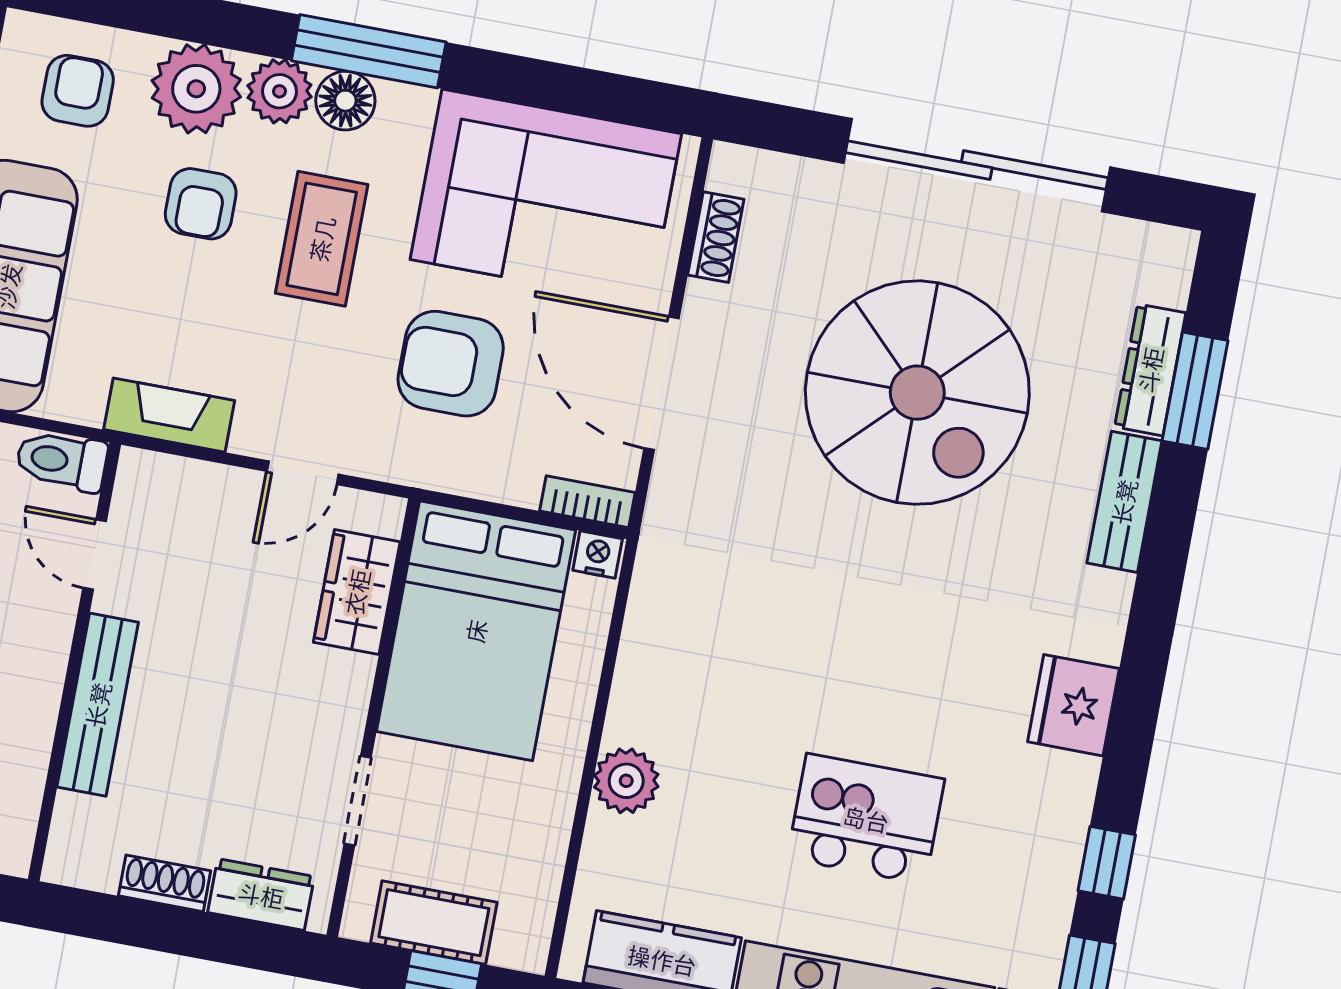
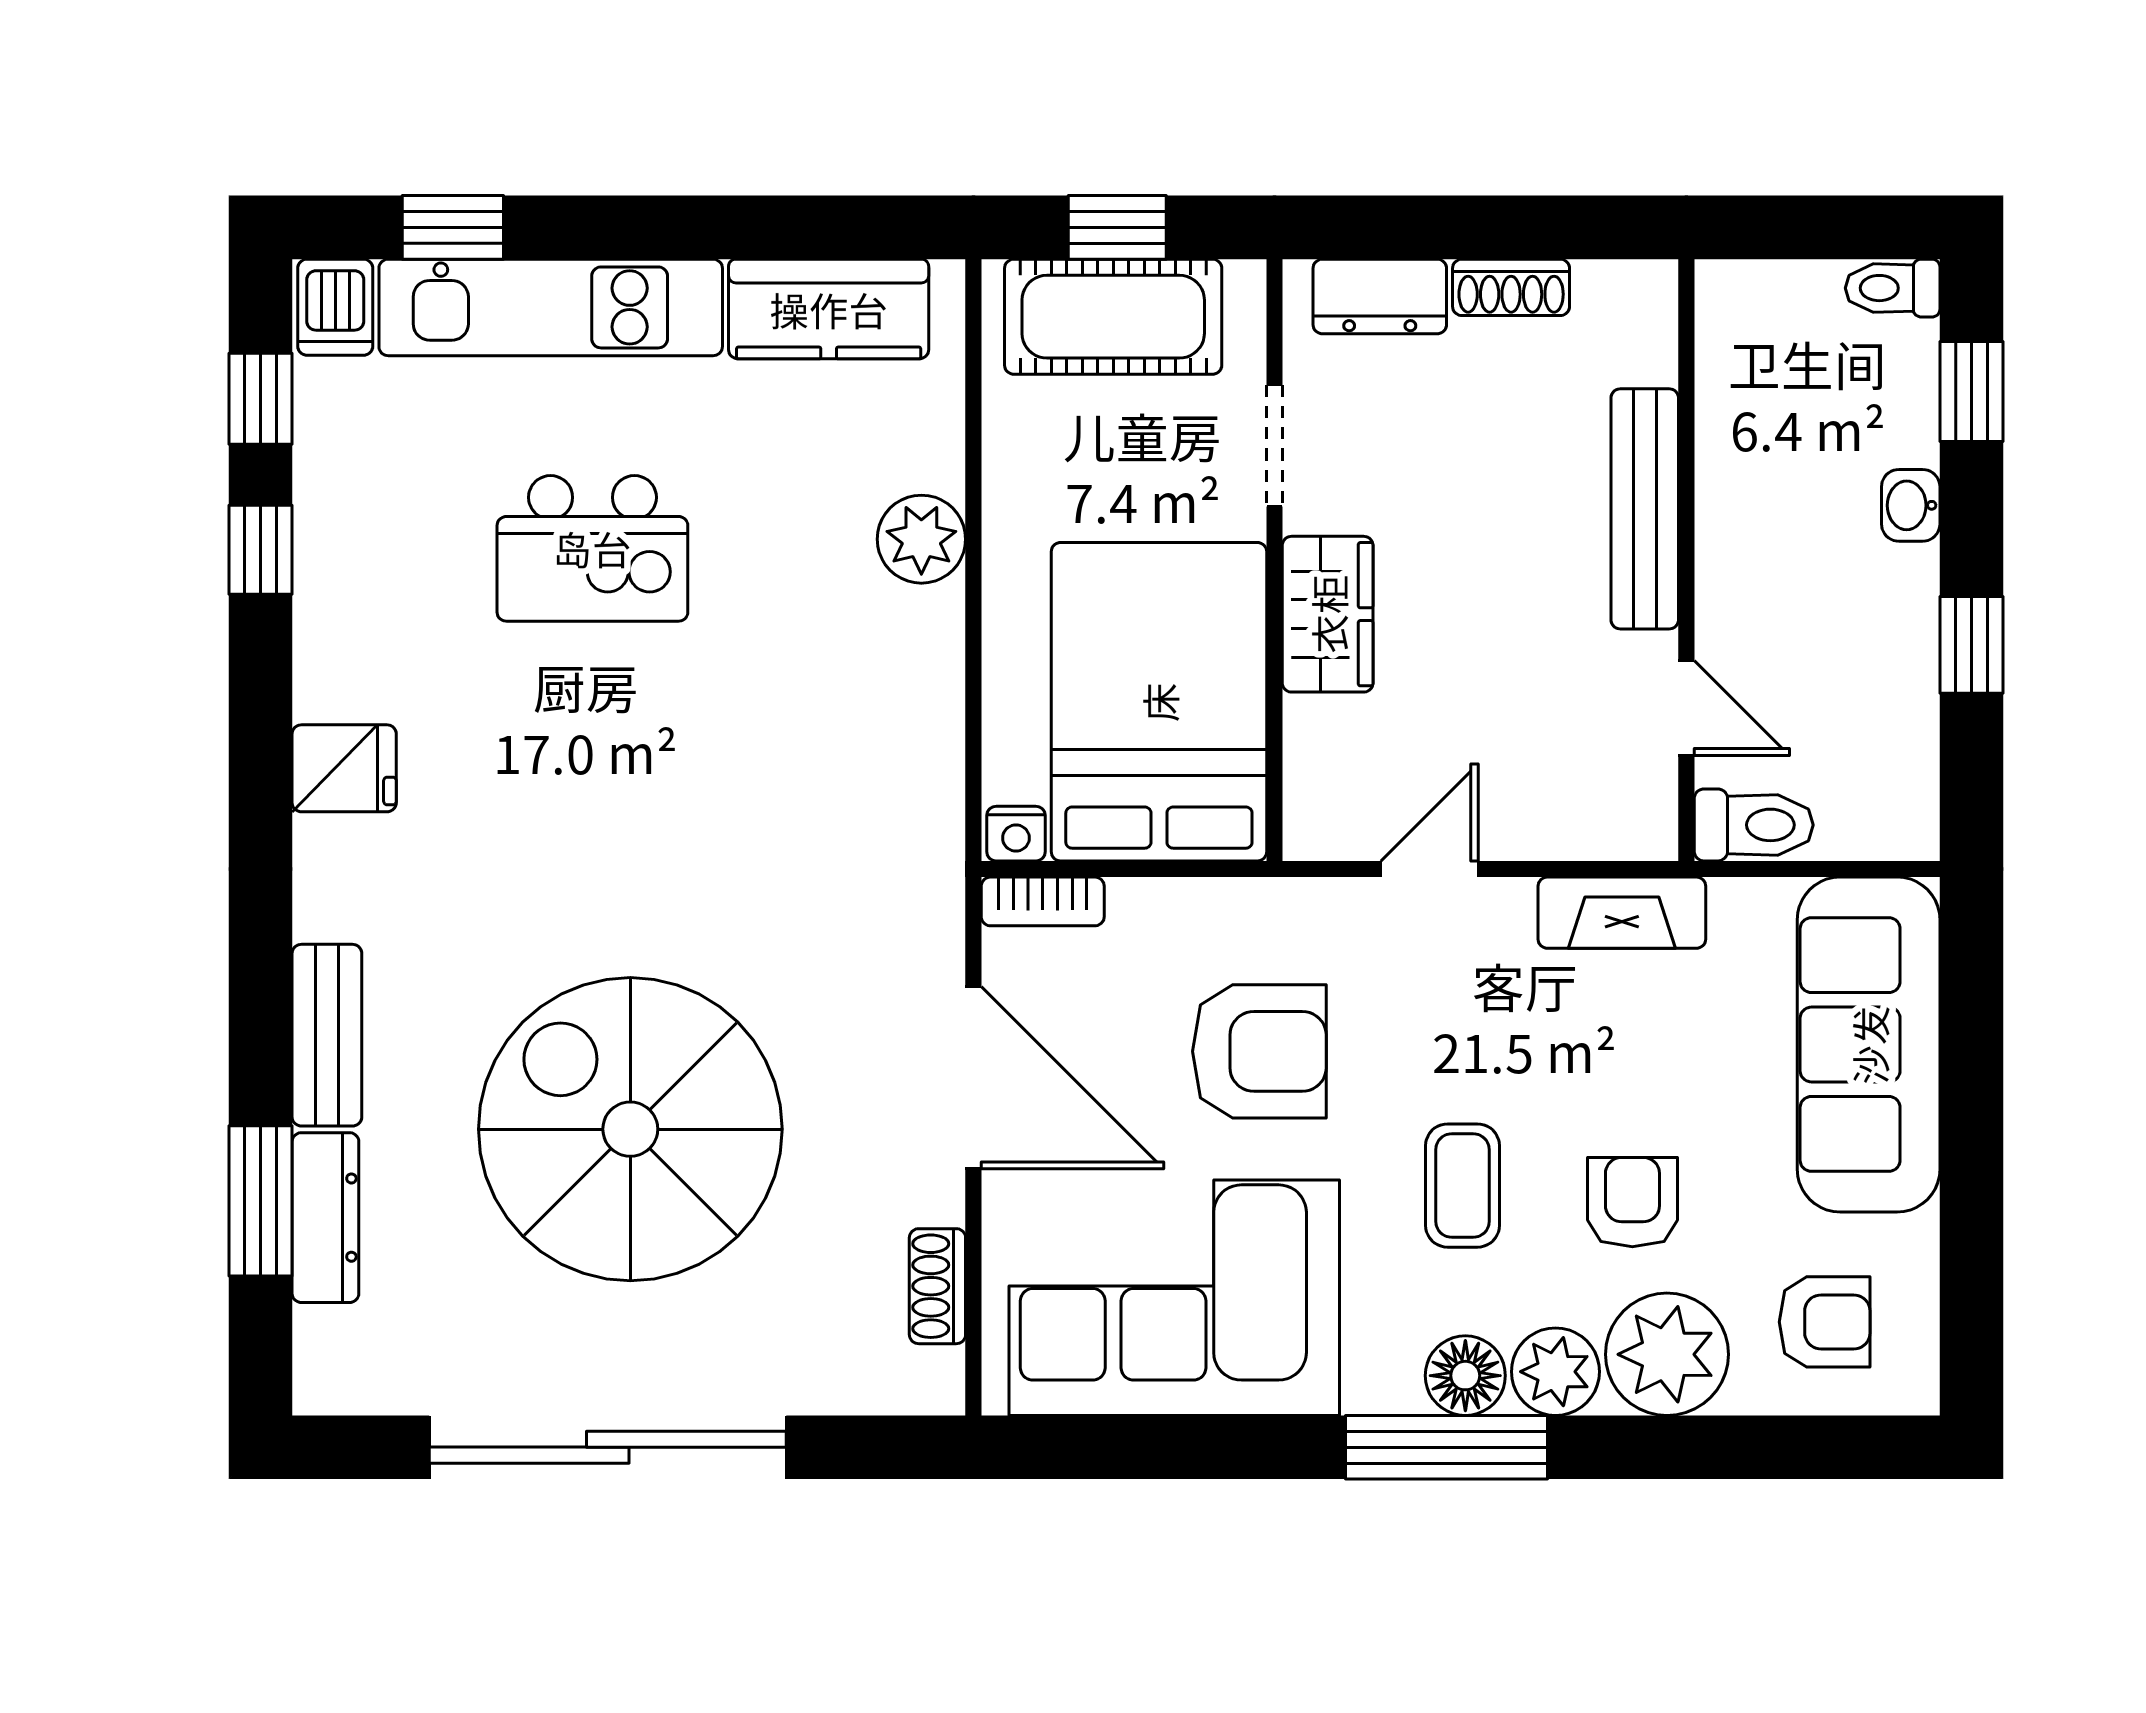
armchair: (78, 91) -> (1825, 1322), turned -90
coffee table: (322, 239) -> (1462, 1186), width x0.73, depth x0.77
wardrobe: (357, 592) -> (1328, 614), moved
fridge: (1073, 705) -> (344, 768), width x0.72
cot: (434, 923) -> (1113, 317), width x1.37, depth x1.34

